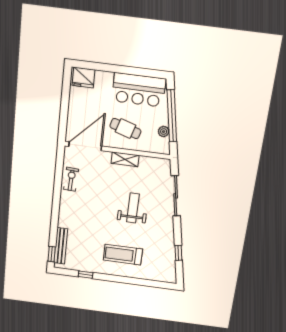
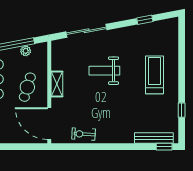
treadmill: (123, 255) -> (154, 75), turned 180

